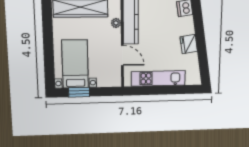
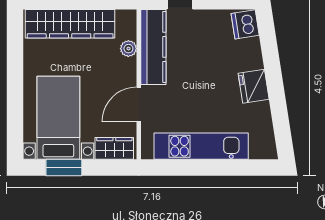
door: (122, 56) -> (139, 105), swing flipped
wardrobe: (108, 81) -> (114, 148), added

